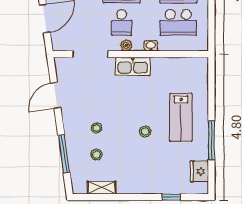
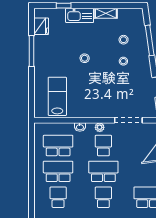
kitchen sink: (133, 66) -> (80, 15), moved, turned 180
lab bench: (181, 117) -> (57, 96), moved
shelving: (102, 188) -> (106, 13), moved

